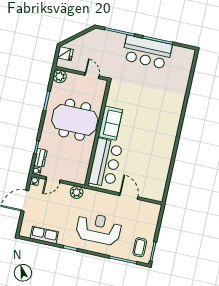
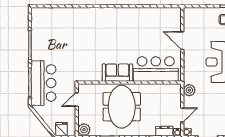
bar counter: (147, 52) -> (43, 83), moved
door: (53, 180) -> (182, 115), hinge flipped
door: (129, 196) -> (182, 40), hinge flipped

